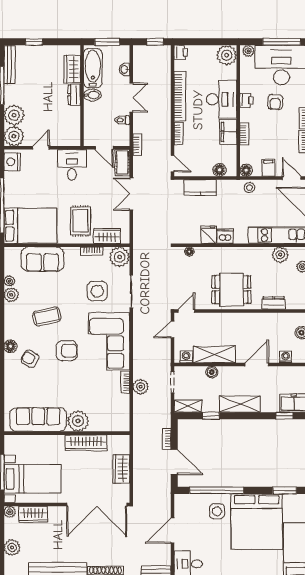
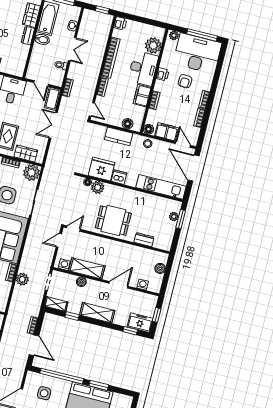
plant: (227, 55) -> (153, 45), moved
filing cabinet: (268, 168) -> (167, 132), width x2.00
kitchen counter: (200, 188) -> (119, 136), moved
fridge: (209, 235) -> (102, 169), width x1.88, depth x1.34
plant: (280, 255) -> (98, 187), moved
window: (285, 490) -> (99, 385), moved
side table: (217, 511) -> (44, 393), moved

